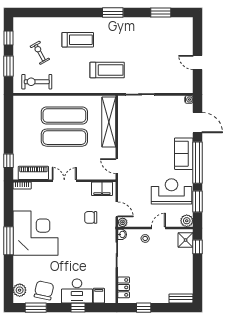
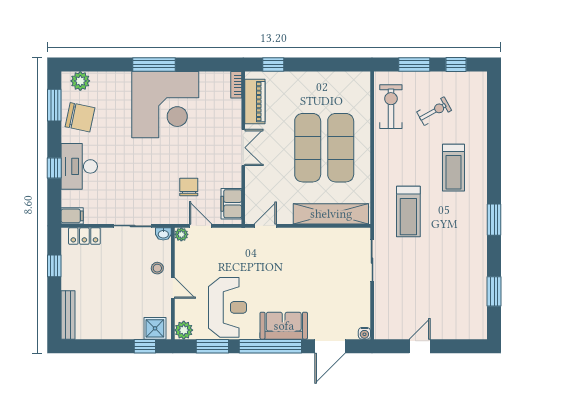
door: (117, 209) -> (201, 226), swing flipped
filing cabinet: (99, 296) -> (72, 216), moved
bench: (181, 298) -> (68, 315), width x1.36

